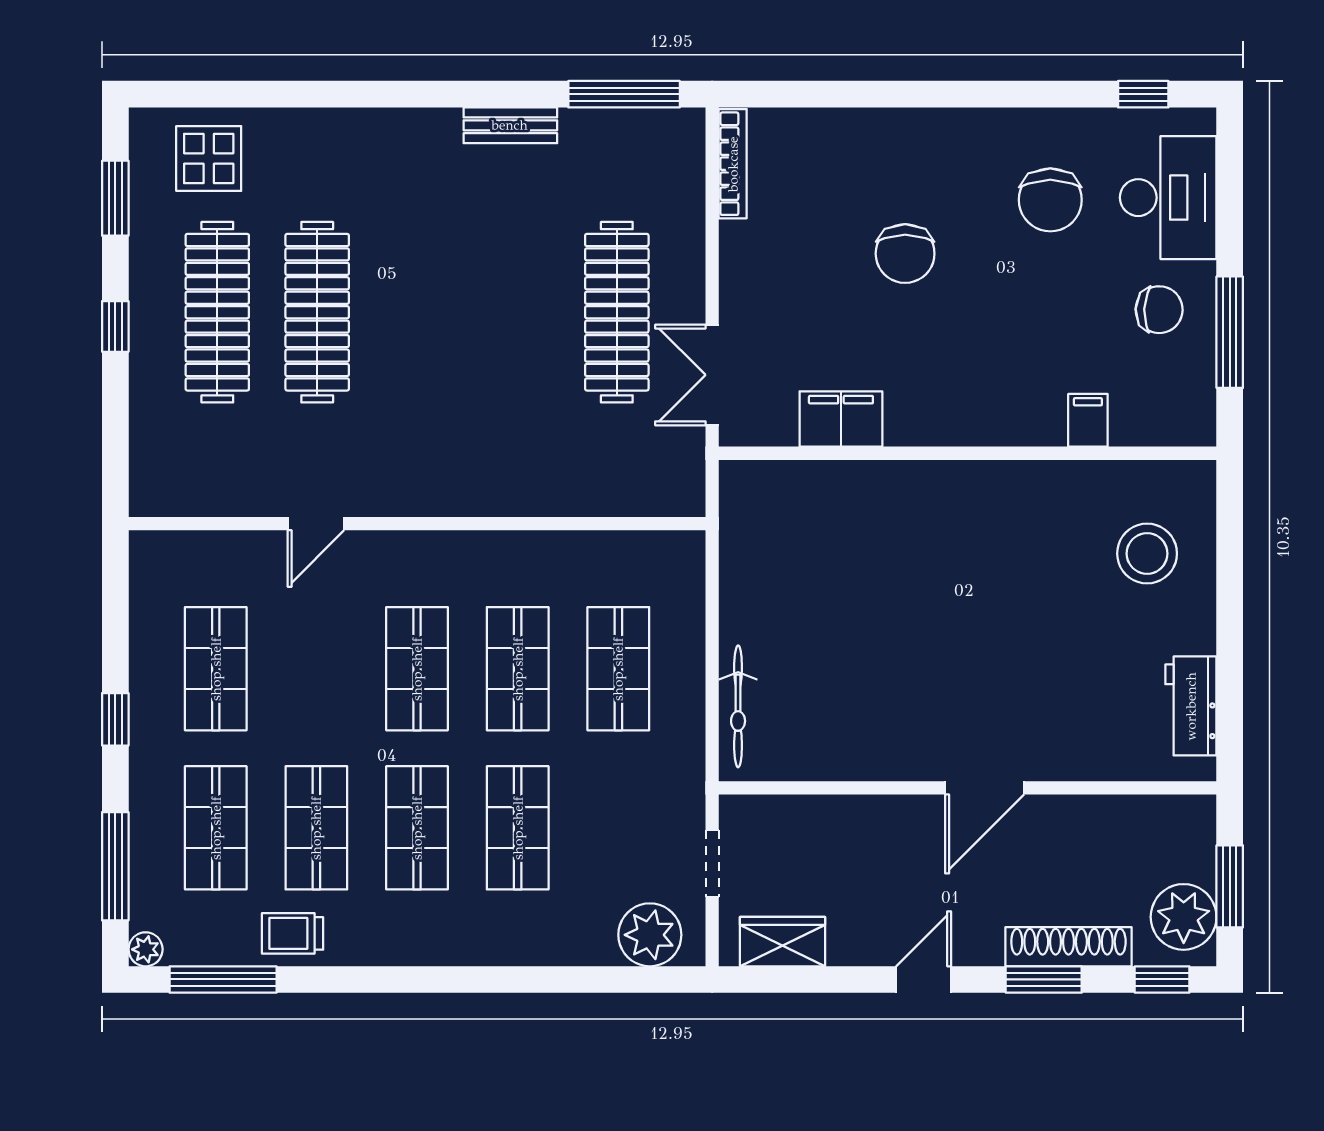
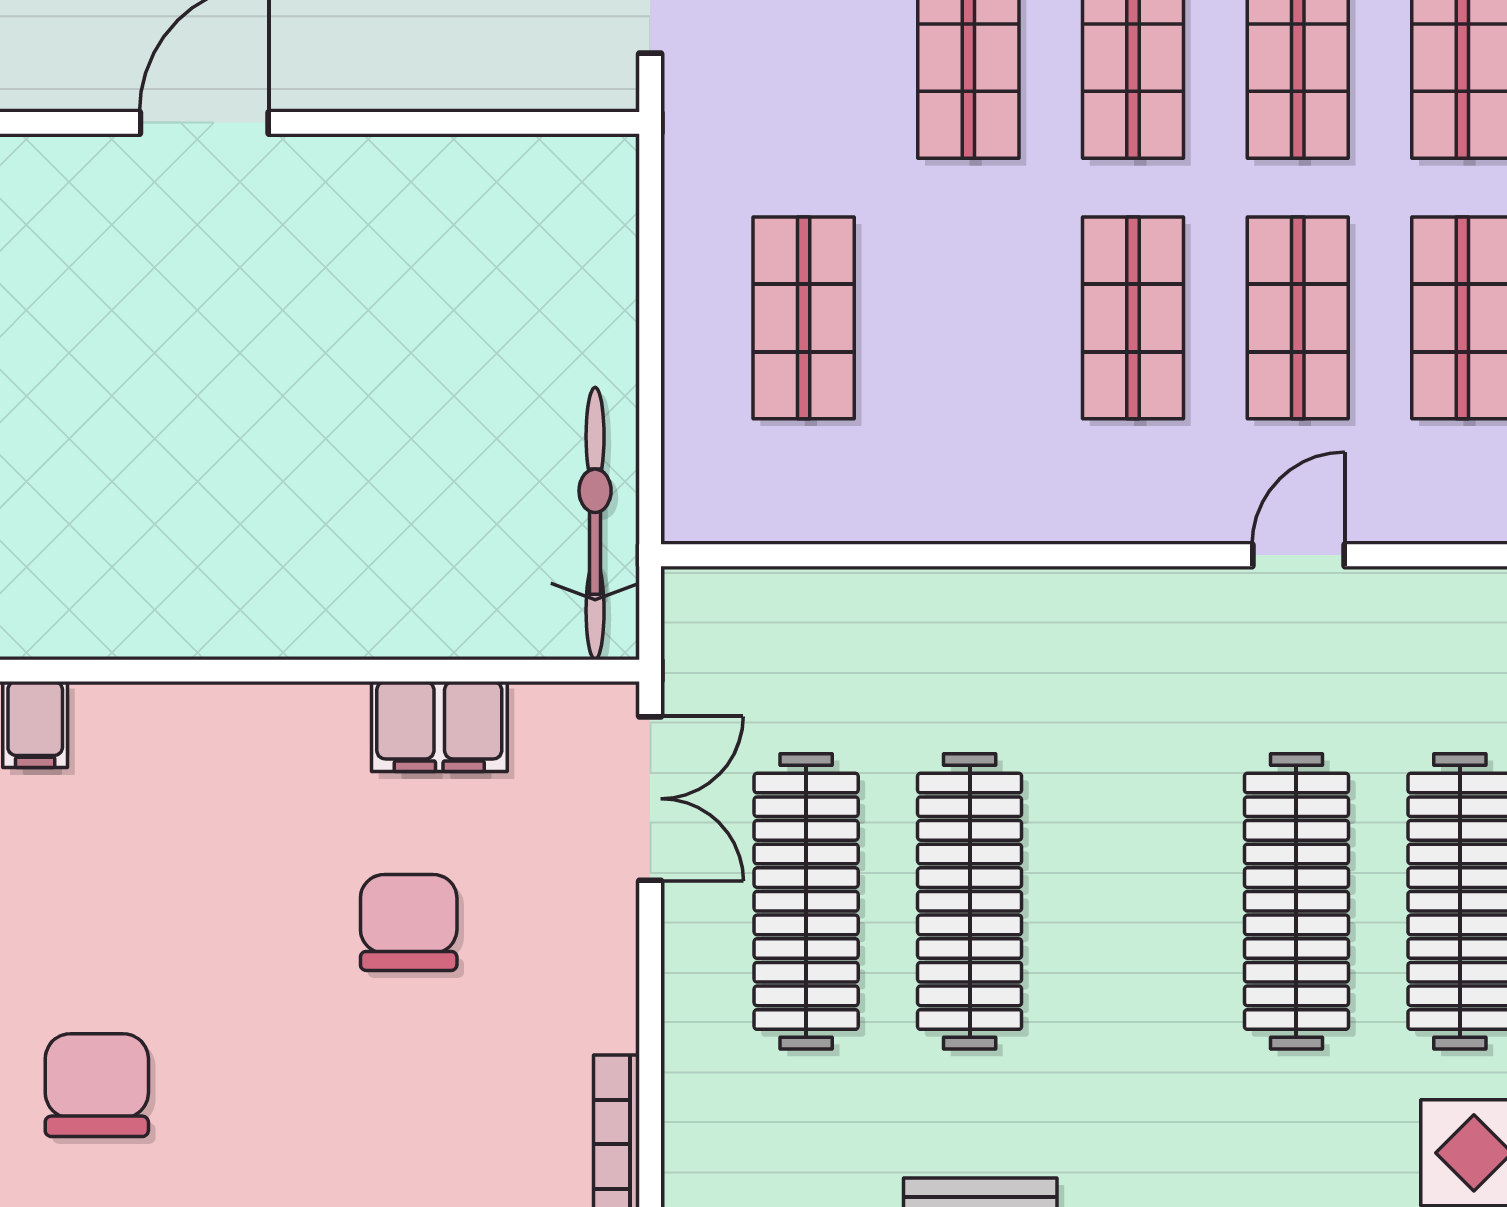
chair: (905, 254) -> (409, 922), moved
clothes rail: (517, 312) -> (970, 901), added
shop shelf: (518, 669) -> (1298, 318), moved
bicycle: (738, 706) -> (595, 524), moved, width x1.37, depth x1.40

